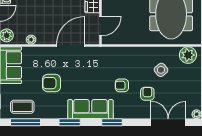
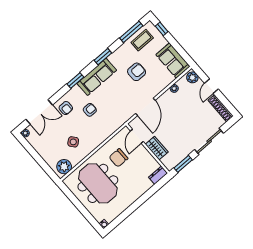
chair: (133, 21) -> (118, 158), added
armchair: (147, 94) -> (66, 108), moved

